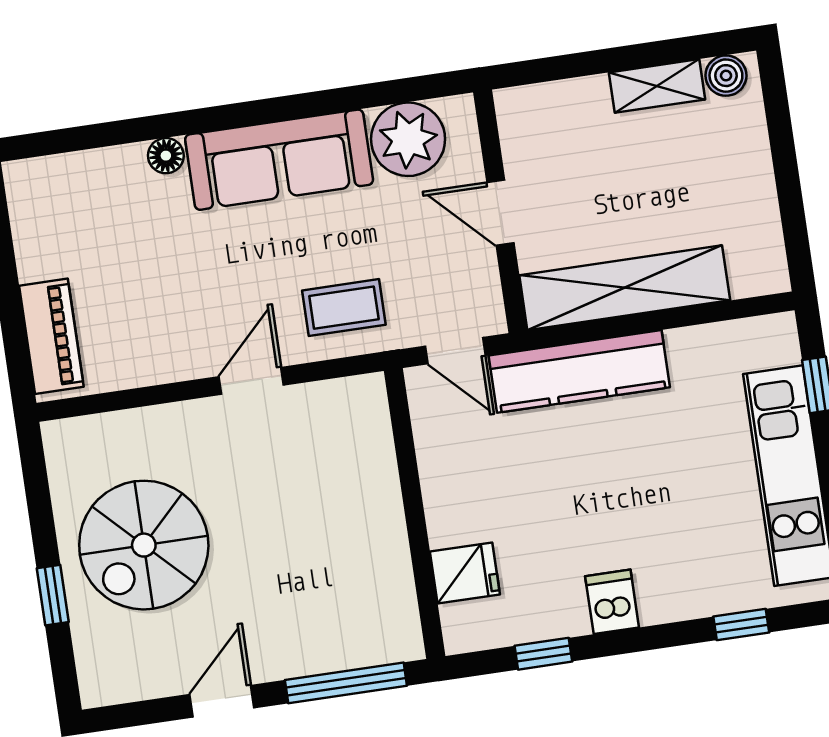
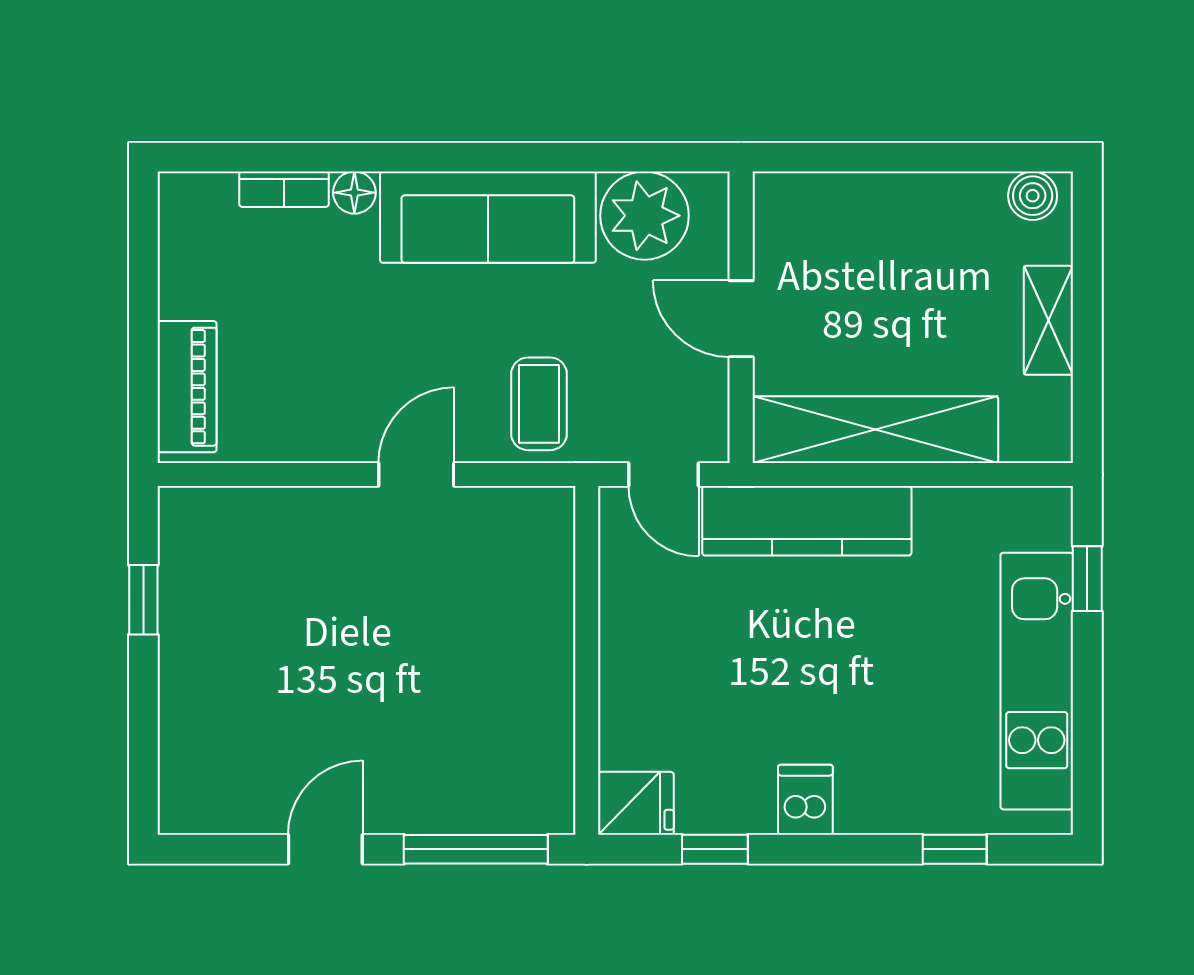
shelving: (657, 86) -> (1048, 320), moved, turned 90
bookcase: (107, 161) -> (284, 189), added
coffee table: (344, 308) -> (539, 404), turned 90
spiral stairs: (144, 545) -> (260, 650), removed
fridge: (465, 573) -> (636, 803), moved
window: (53, 595) -> (143, 600), moved

